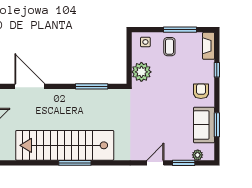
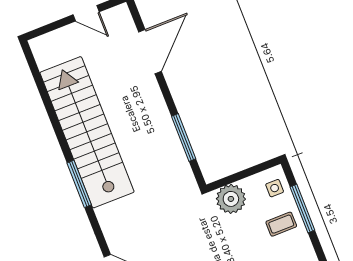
window: (180, 30) -> (302, 208), moved
window: (75, 163) -> (79, 184), moved

